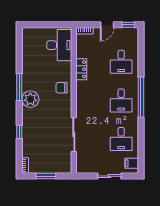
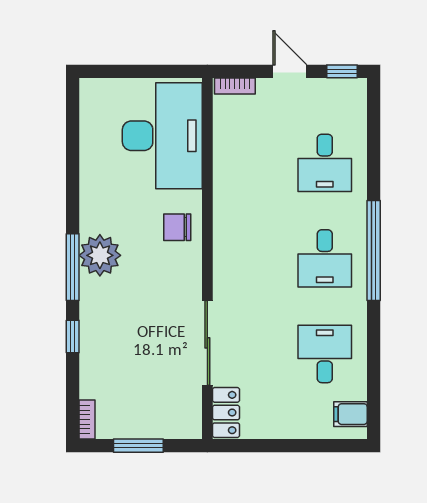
door: (107, 25) -> (290, 71), swing flipped
desk: (59, 45) -> (162, 136), width x1.36, depth x1.30
locker: (81, 69) -> (226, 413), moved
window: (19, 87) -> (73, 267), moved
desk: (121, 139) -> (325, 354), turned 180
sliding door: (109, 176) -> (295, 446), removed

